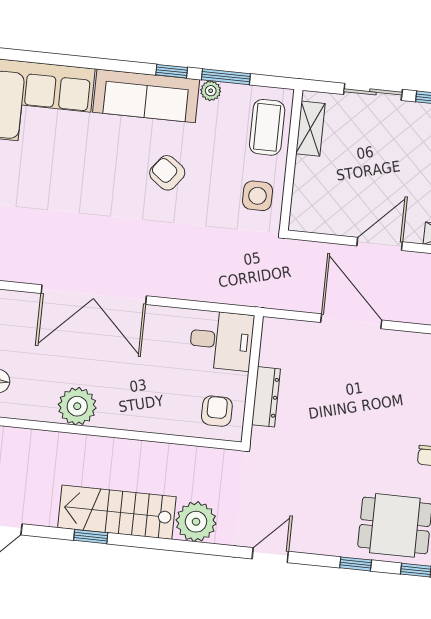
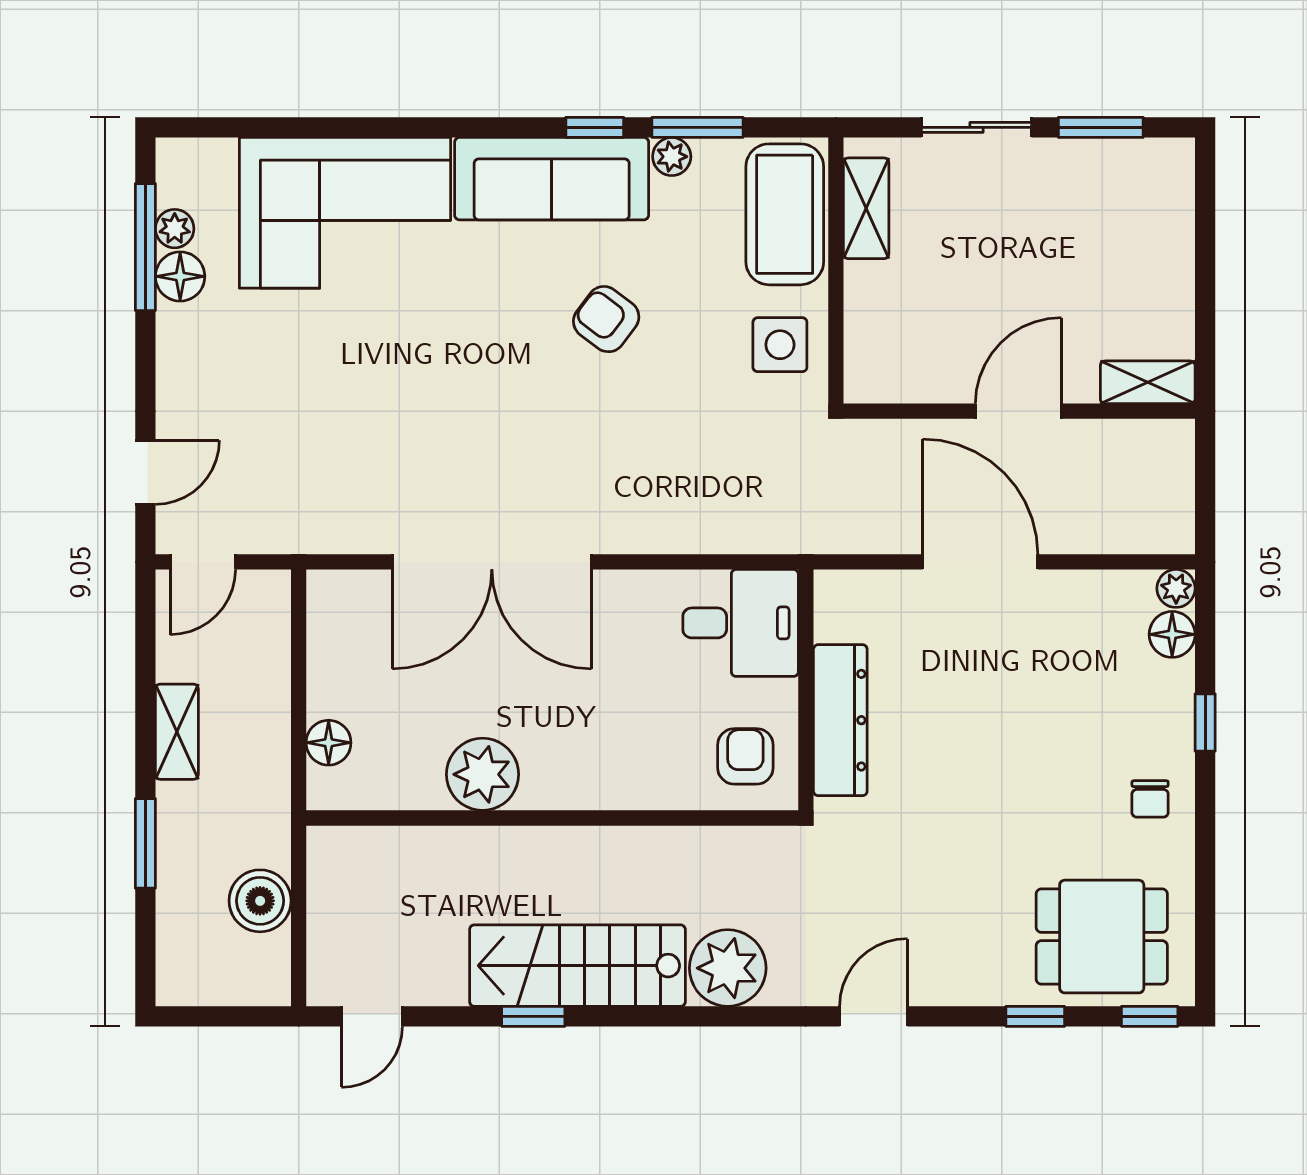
coffee table: (267, 127) -> (785, 214), width x1.36, depth x1.32
dresser: (266, 397) -> (840, 720), width x1.37, depth x1.24

